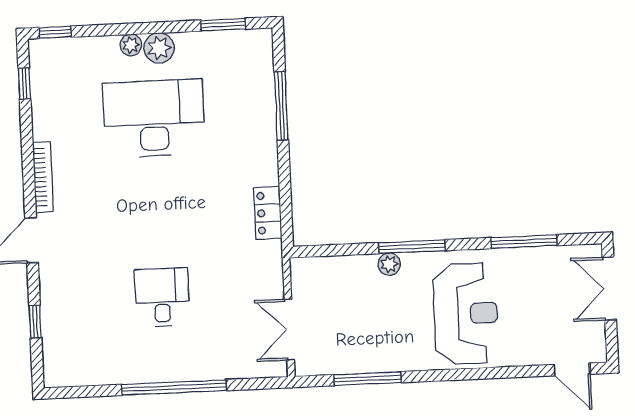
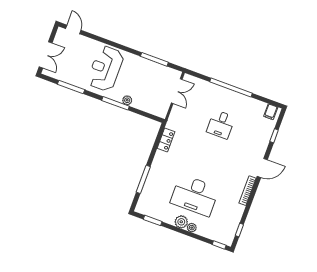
filing cabinet: (65, 371) -> (271, 112), added

